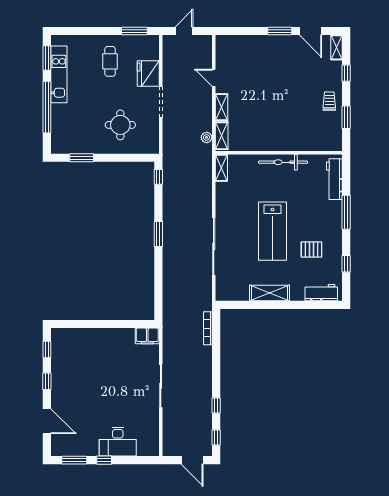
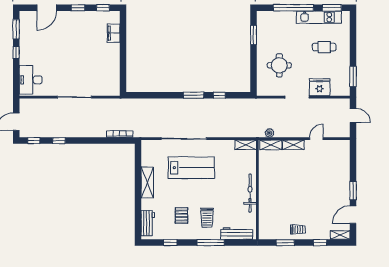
cafe table: (110, 61) -> (324, 47), moved
window: (158, 177) -> (219, 95), moved
trolley: (314, 217) -> (207, 218), added
lab bench: (272, 231) -> (191, 168), moved, turned 180
filing cabinet: (147, 336) -> (114, 33), moved
desk: (118, 442) -> (31, 80), moved

